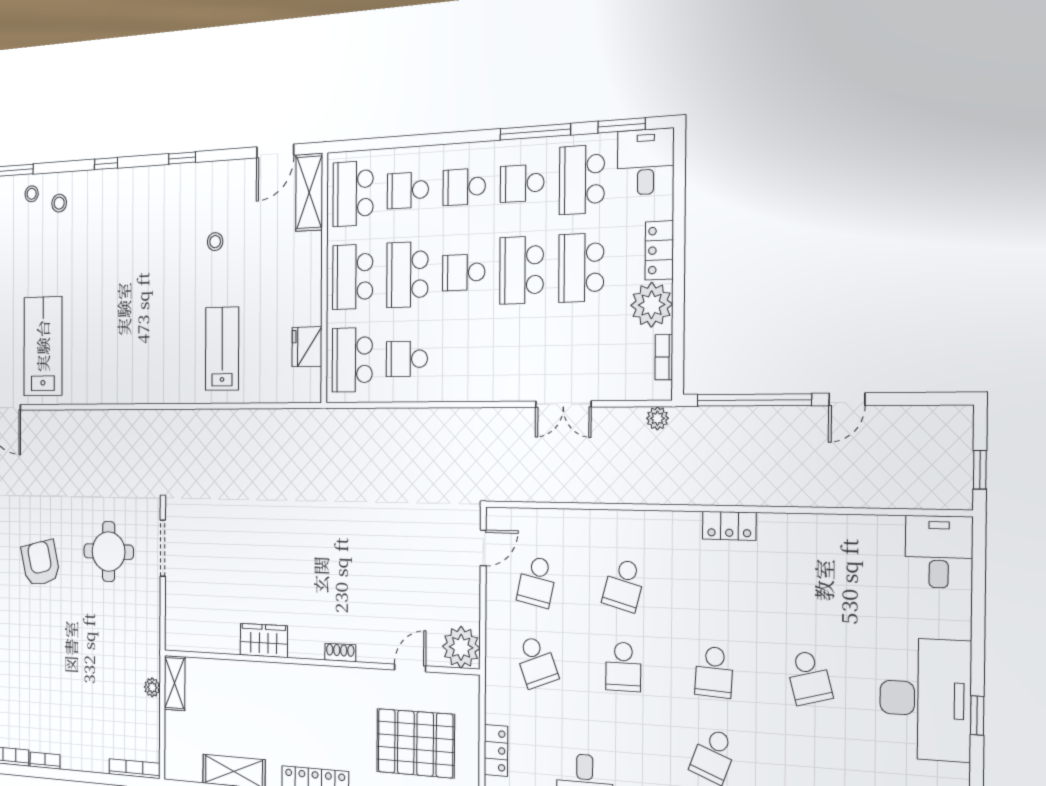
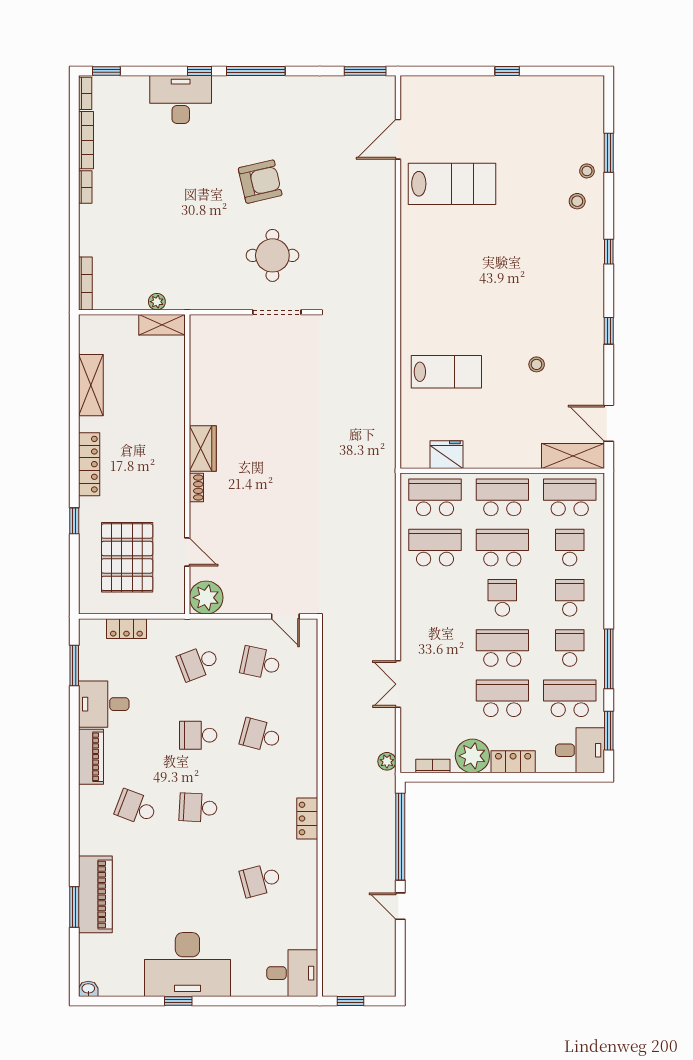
school desk: (407, 359) -> (435, 548), width x1.85
wardrobe: (264, 640) -> (203, 448), moved
school desk: (809, 677) -> (260, 880), moved

